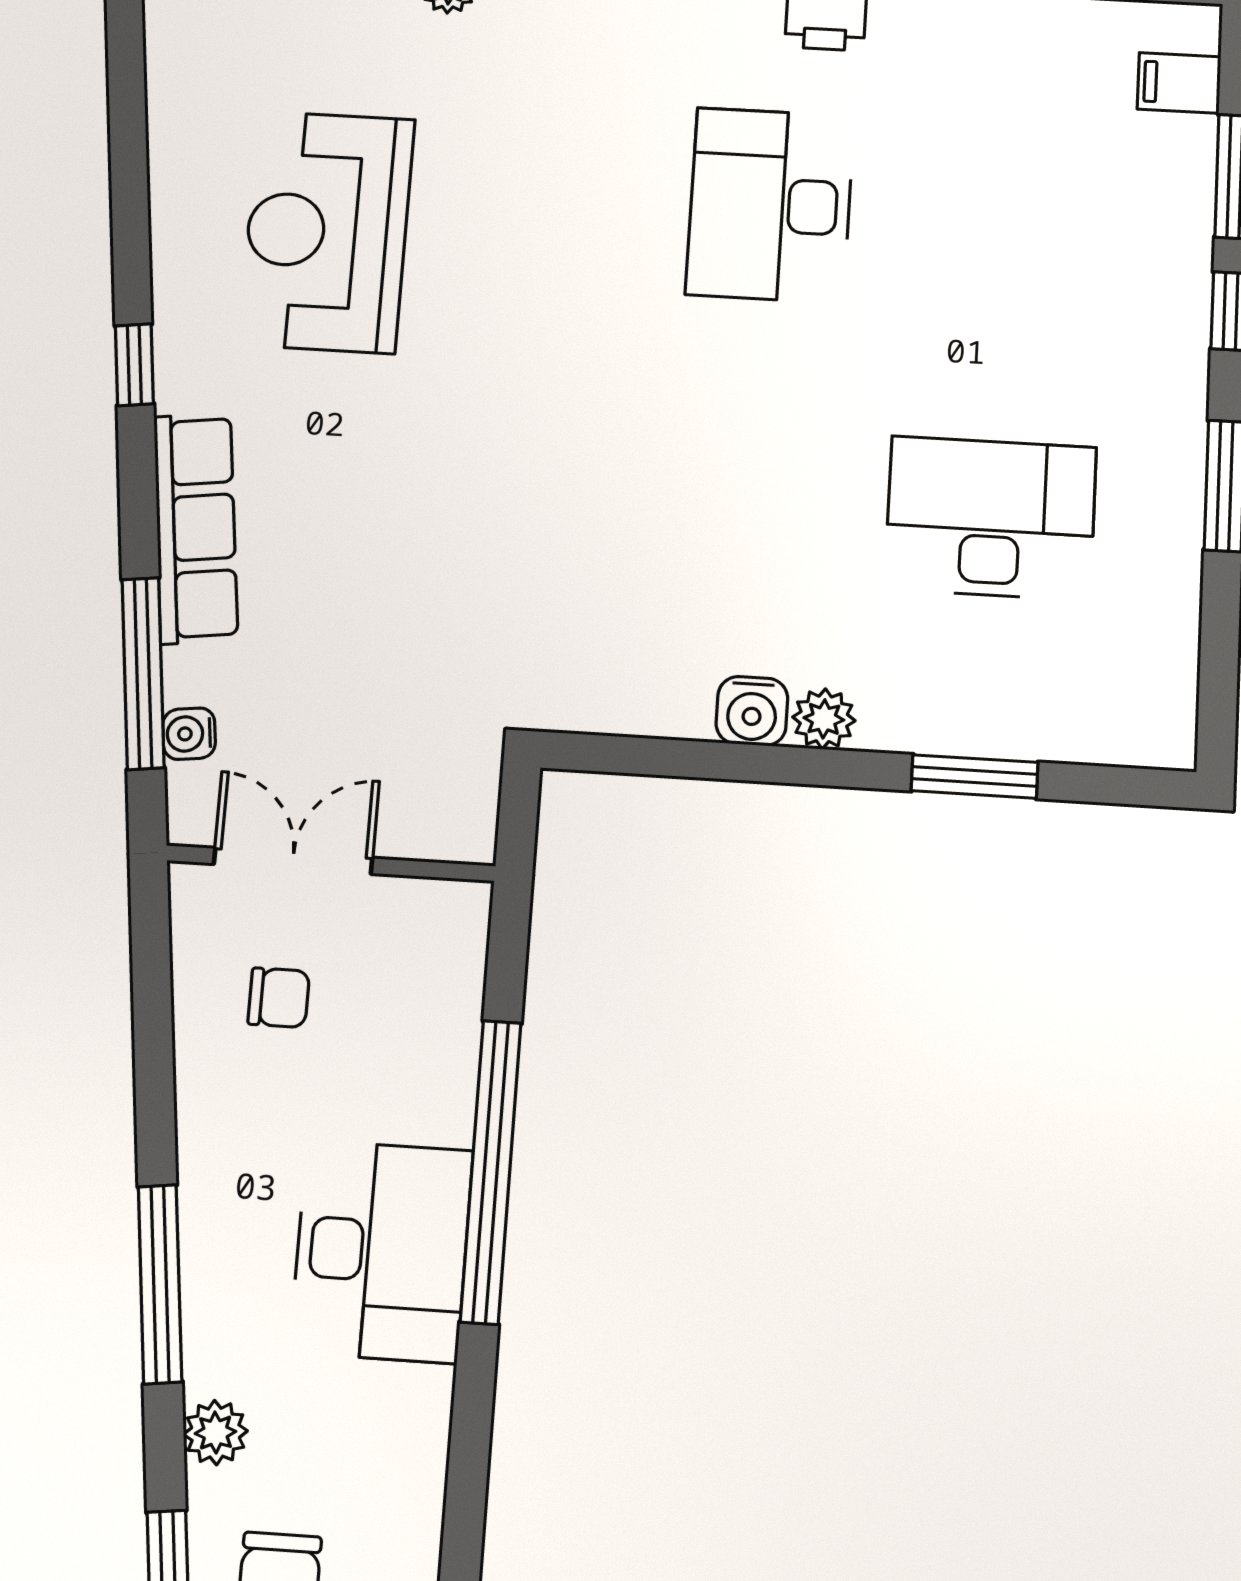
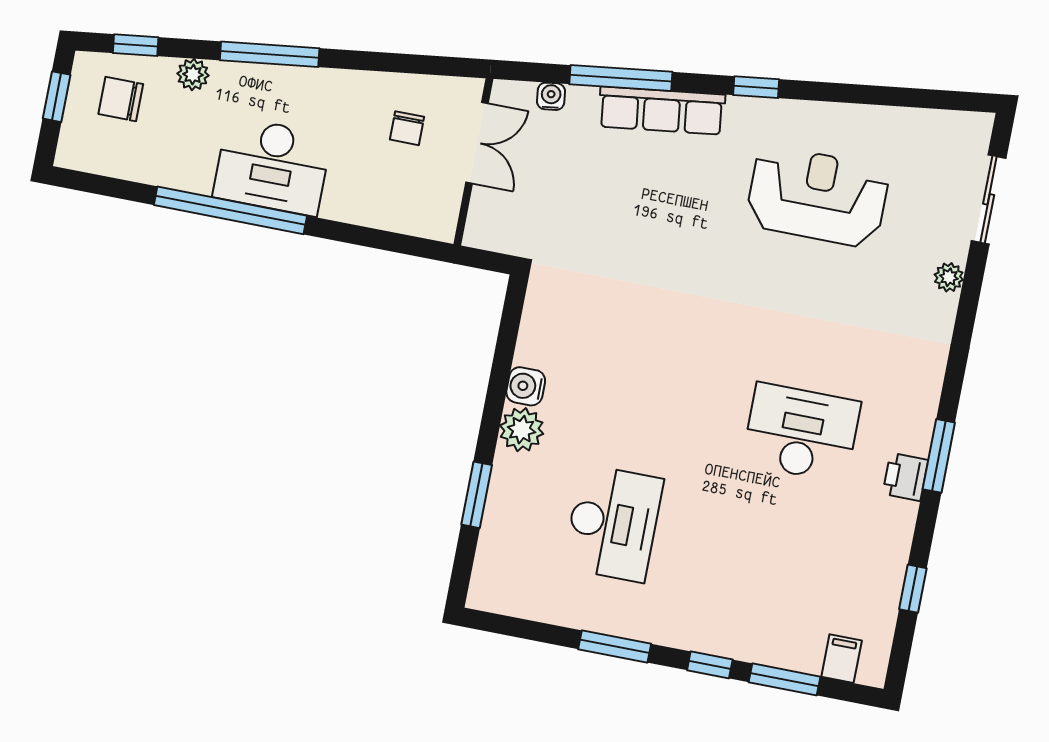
window: (143, 673) -> (621, 78), moved
plant: (824, 719) -> (522, 430), width x1.38, depth x1.38
window: (491, 1171) -> (230, 210), moved

